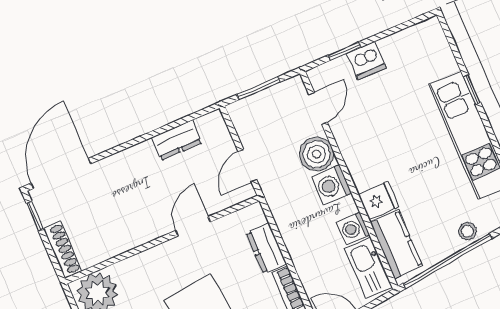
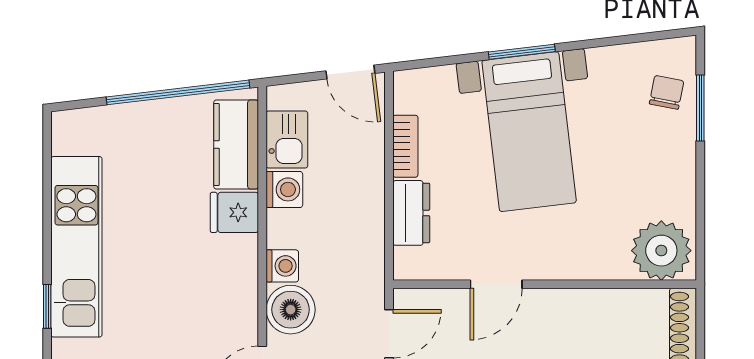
washing machine: (331, 185) -> (282, 266), width x0.73, depth x0.73
stool: (467, 231) -> (134, 121), removed
kitchen sink: (368, 268) -> (287, 140), width x0.73

